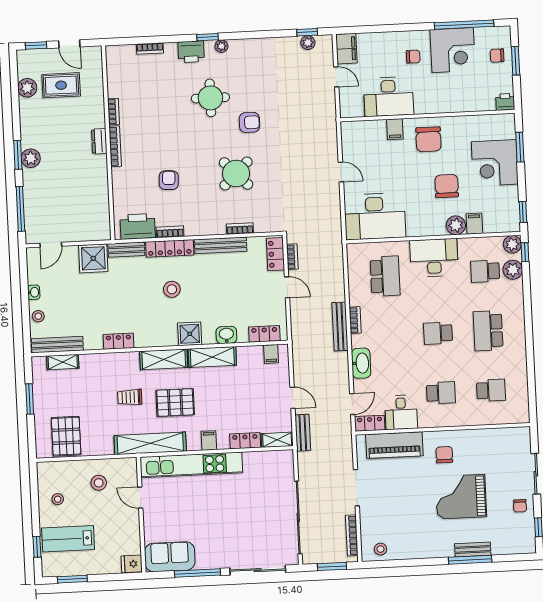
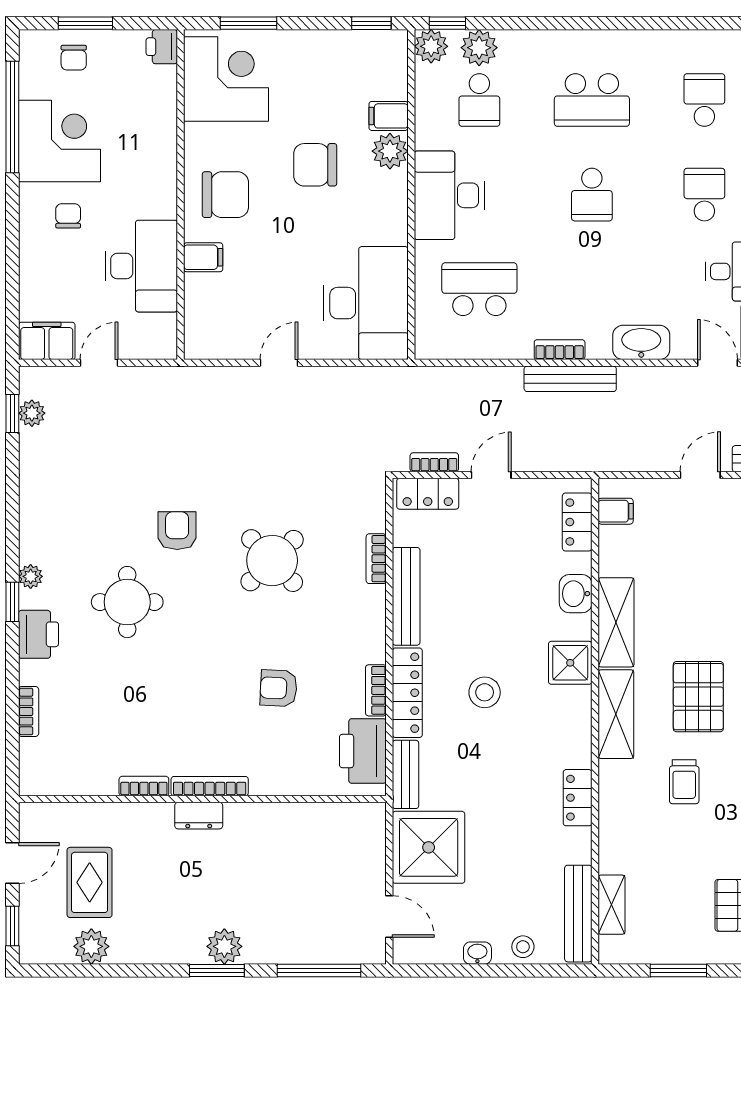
corner desk: (495, 163) -> (226, 79), moved, turned -90
shower: (93, 258) -> (429, 847), width x1.37, depth x1.37

